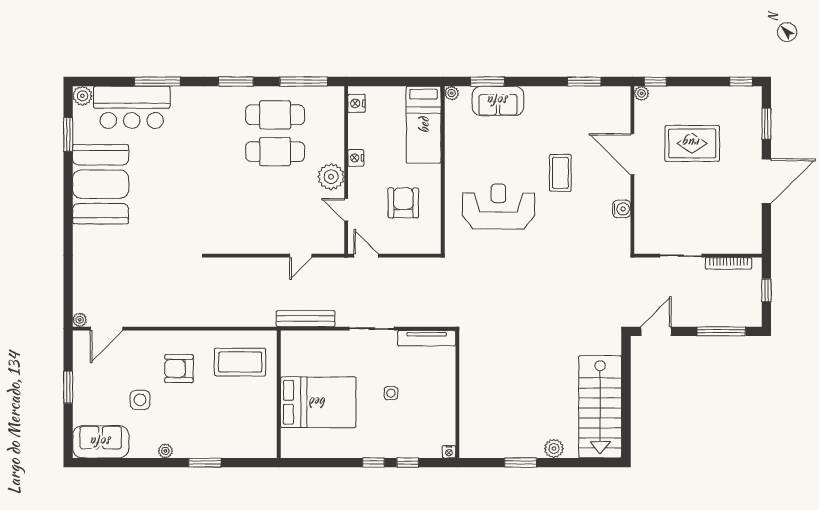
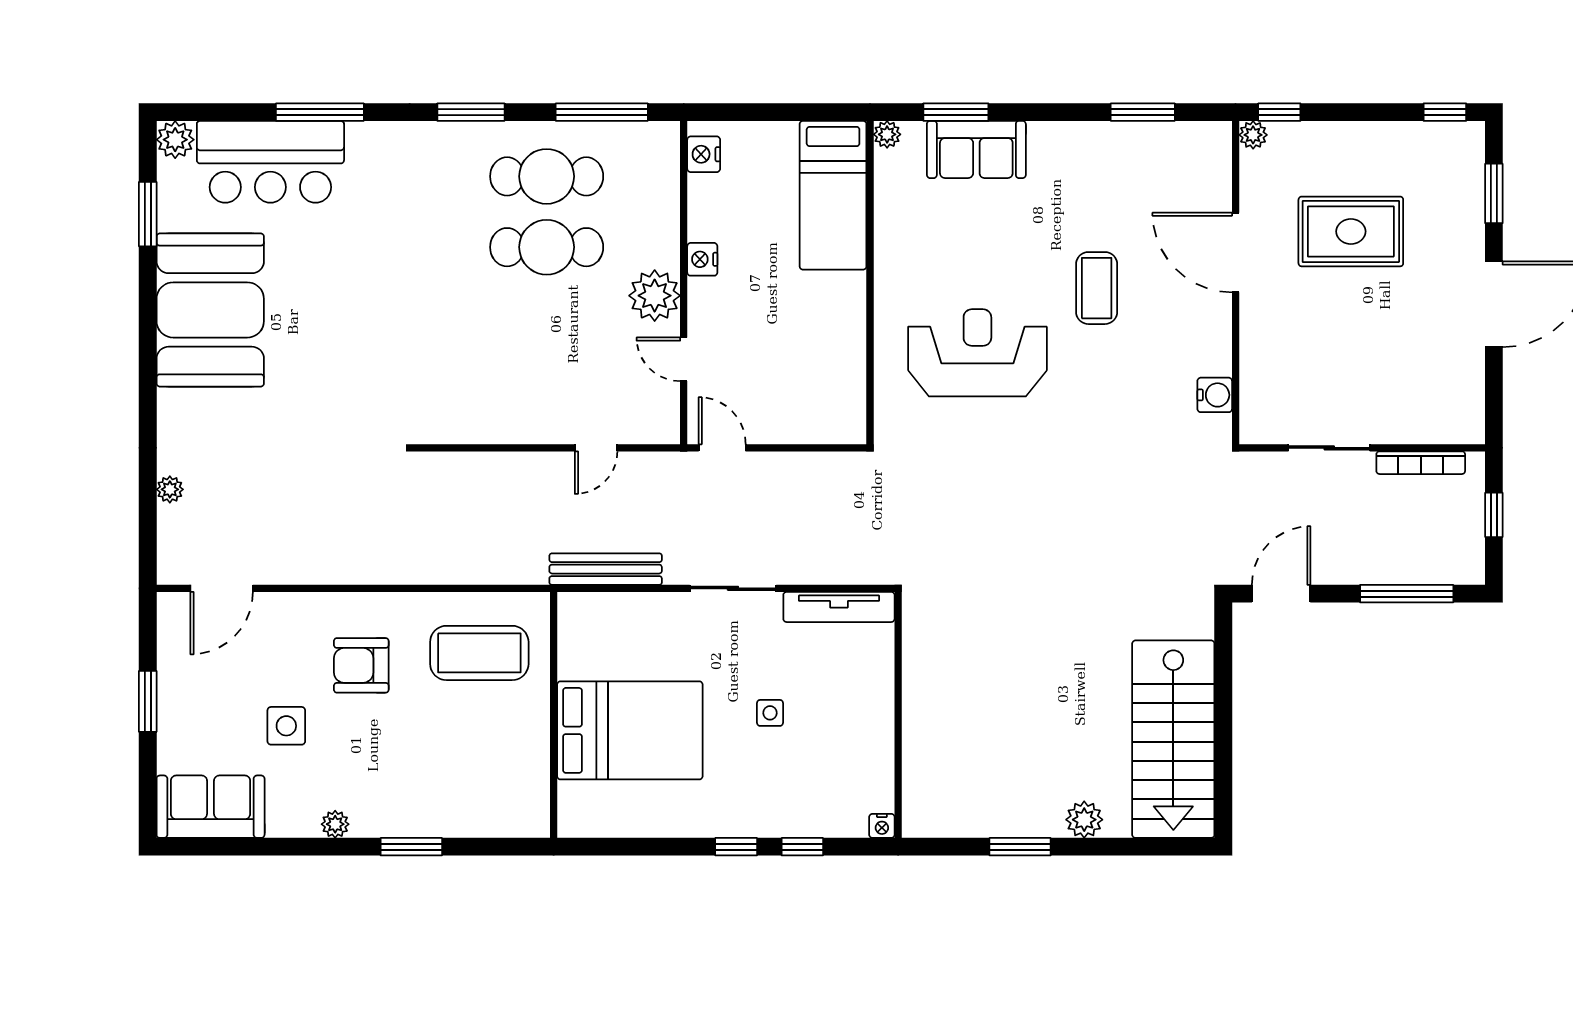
armchair: (403, 203) -> (794, 346), removed
water cooler: (622, 209) -> (1215, 395), moved
plant: (80, 320) -> (170, 489), moved

